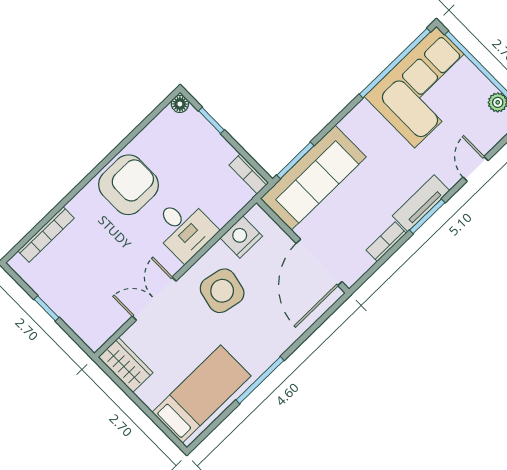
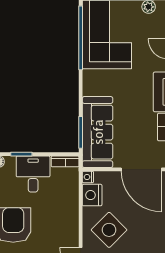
nightstand: (256, 214) -> (88, 177), added
desk: (184, 229) -> (33, 174), moved, turned -90
side table: (222, 291) -> (109, 230), turned 33

